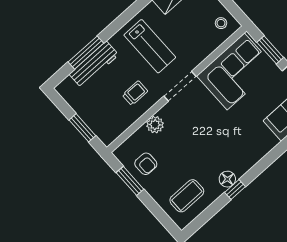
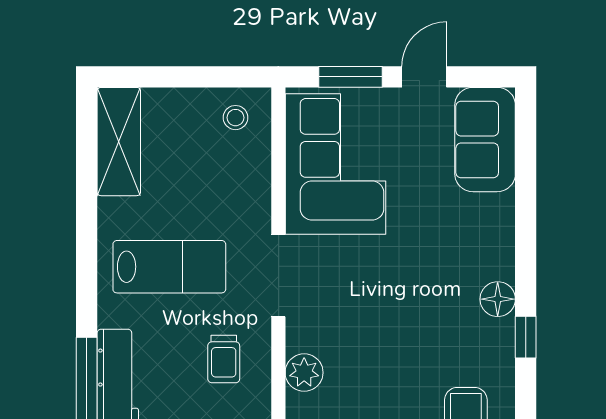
trolley: (135, 93) -> (224, 359), turned 180
floor lamp: (227, 179) -> (498, 299), moved

